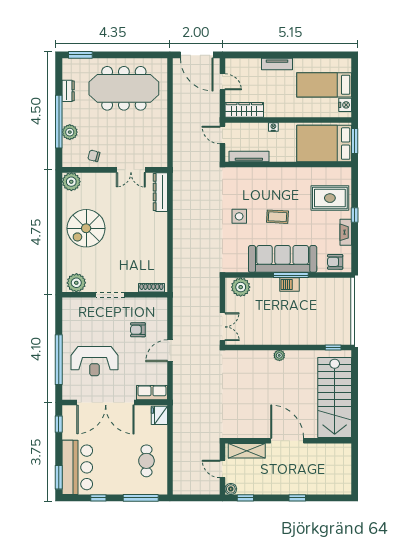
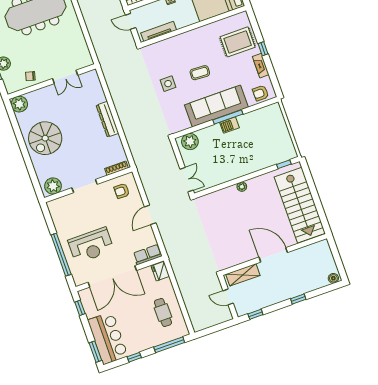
dresser: (160, 192) -> (107, 119), moved
armchair: (138, 330) -> (122, 191), moved
boiler: (231, 489) -> (333, 278), moved

